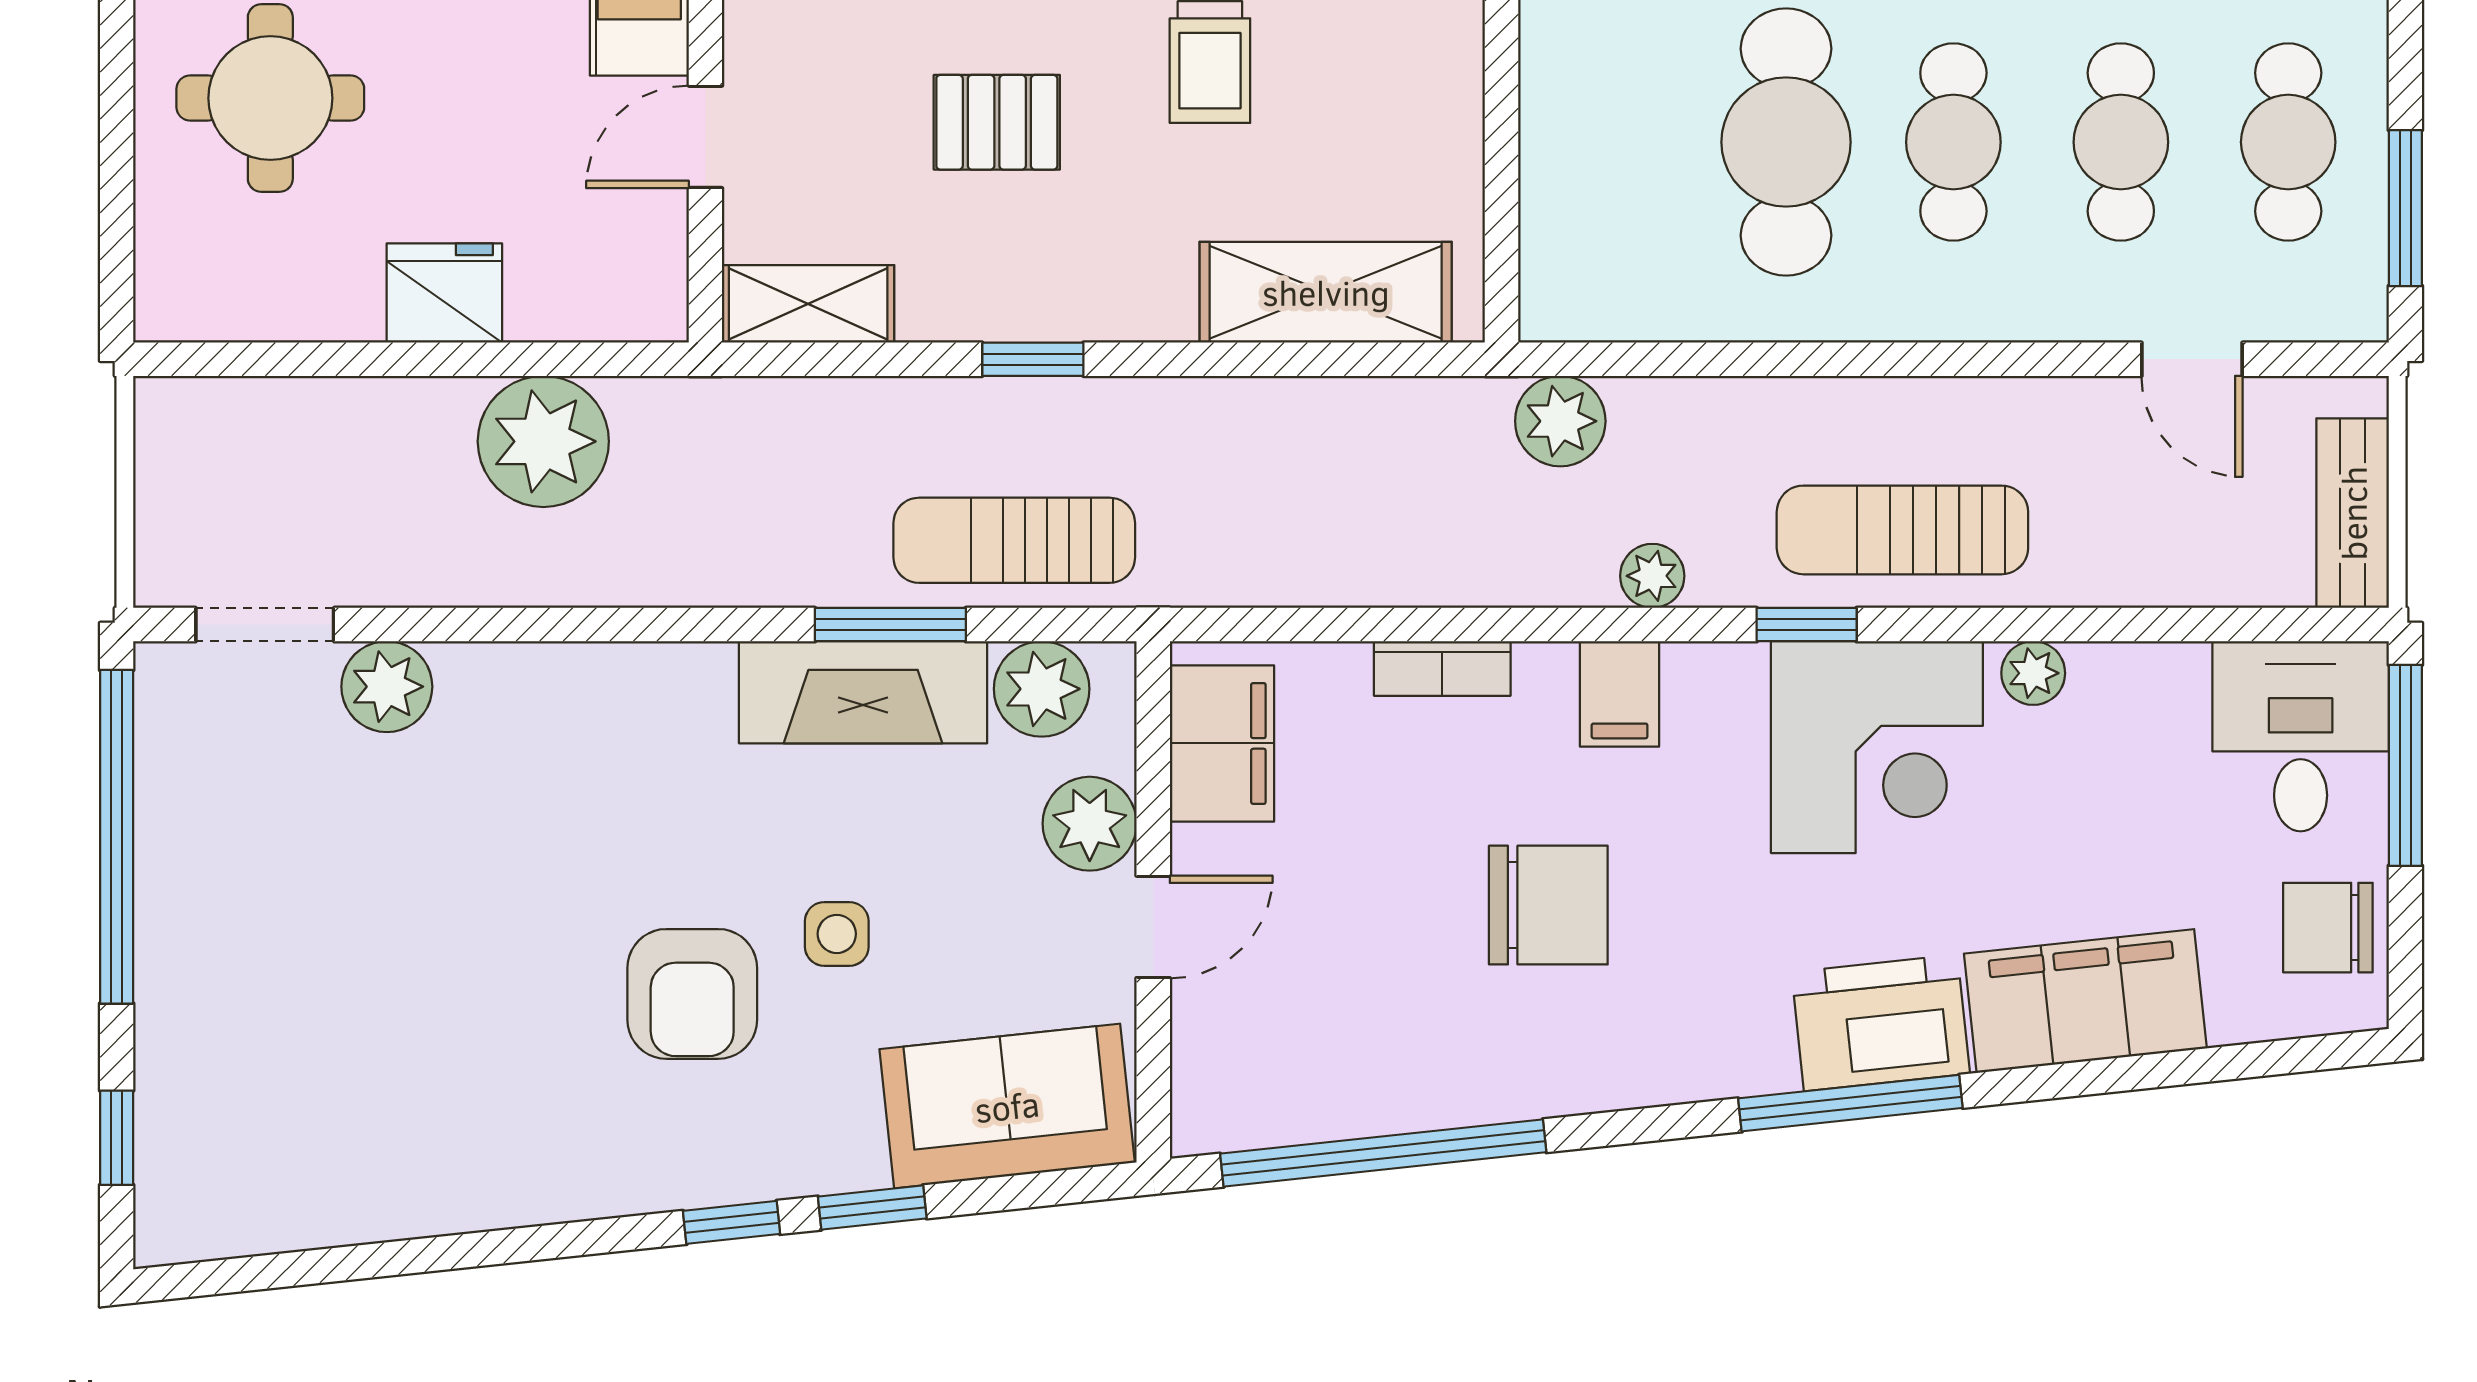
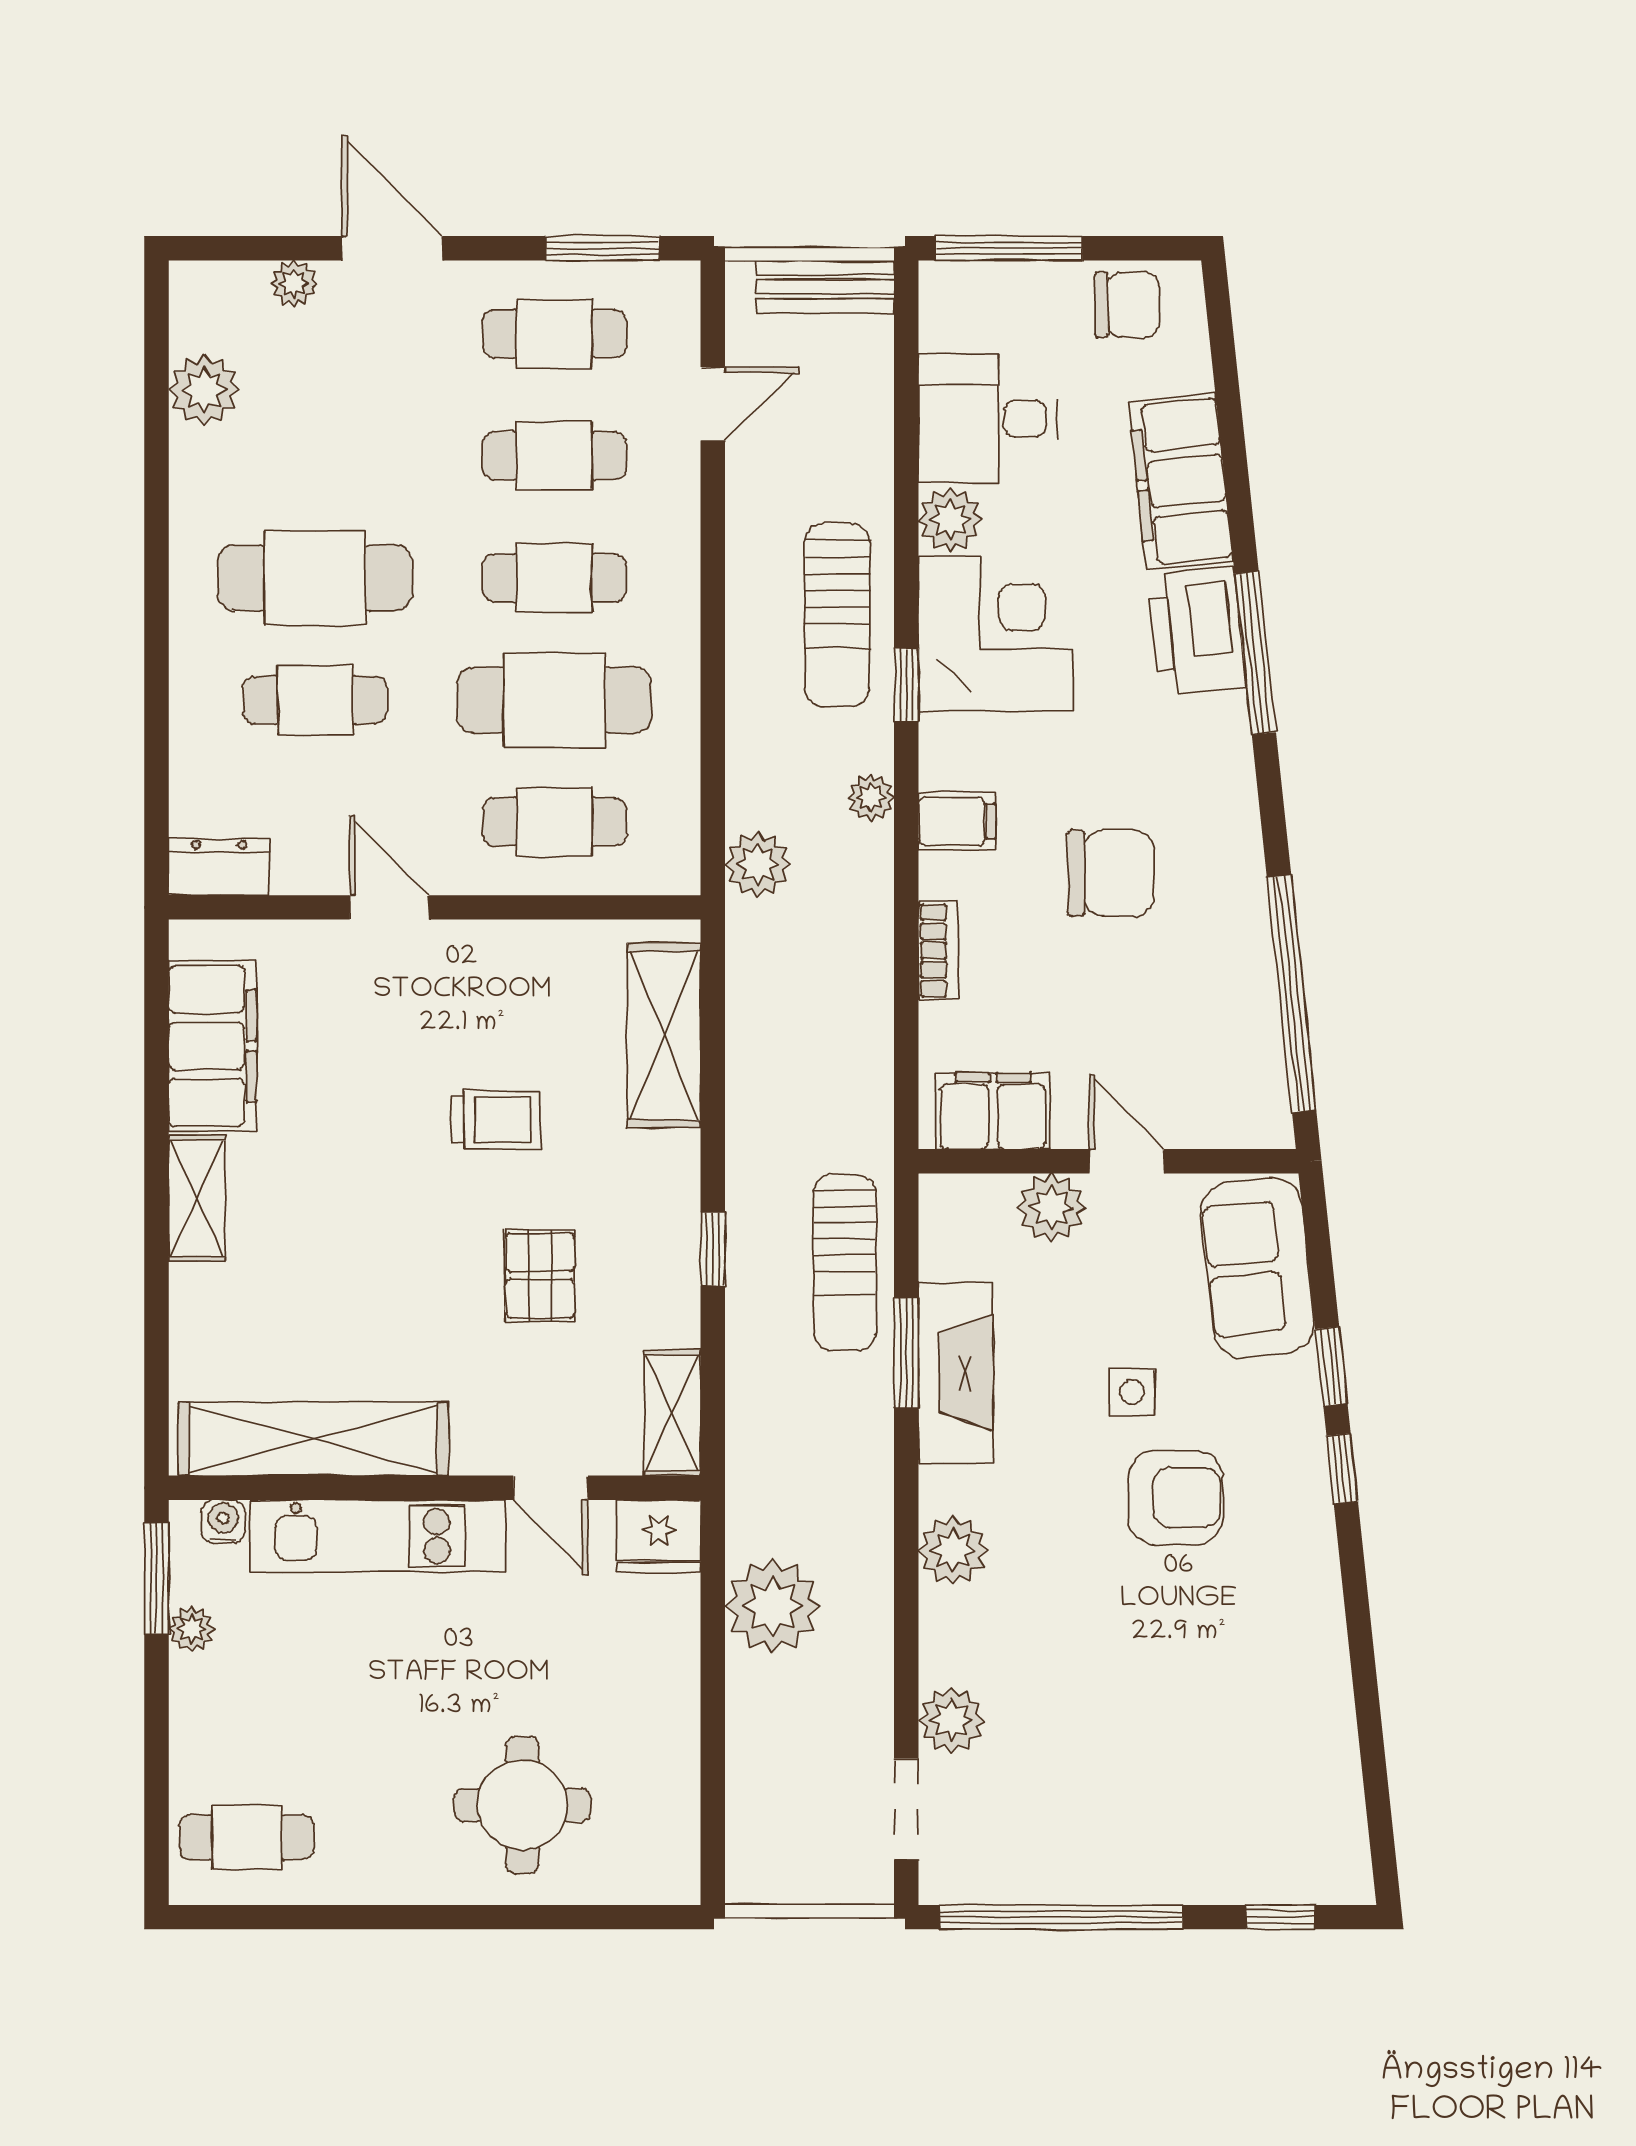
cafe table: (1619, 142) -> (554, 822), added
fridge: (444, 293) -> (659, 1536), moved, turned -90
plant: (2033, 673) -> (950, 520), width x1.38, depth x1.38
plant: (1042, 689) -> (953, 1550), moved
desk: (2301, 736) -> (988, 418), moved
chair: (1548, 905) -> (1111, 873), turned 90
chair: (2328, 928) -> (1127, 305), turned -90

